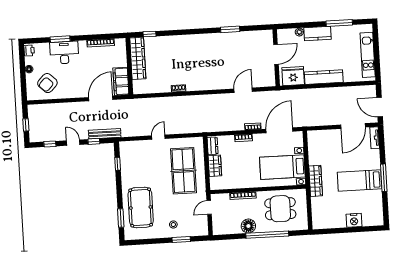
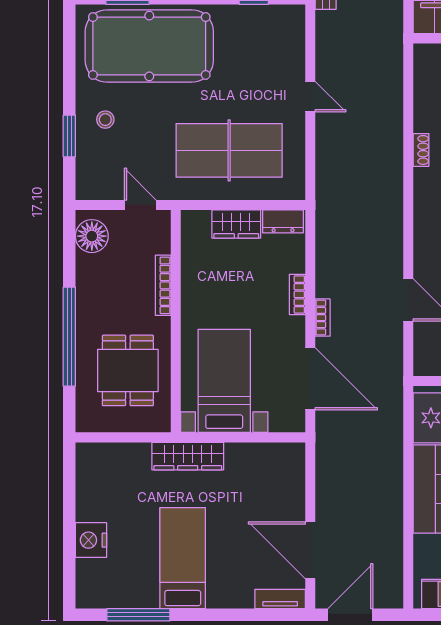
window: (384, 178) -> (138, 615), moved
pool table: (141, 207) -> (149, 46), width x1.36, depth x1.32
floor lamp: (248, 226) -> (92, 236), moved

